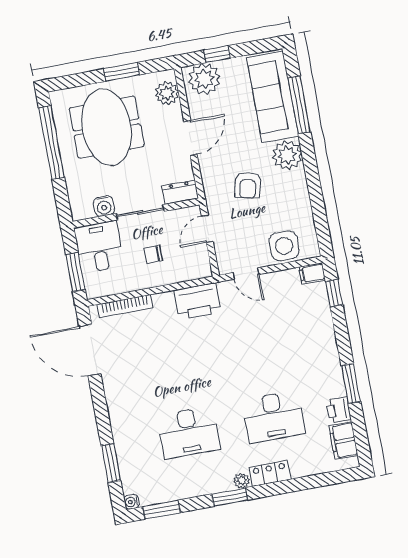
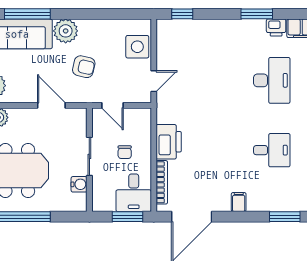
door: (190, 138) -> (51, 105), moved
dresser: (180, 192) -> (79, 122), removed
desk: (99, 247) -> (134, 193), moved, turned -90
filing cabinet: (312, 273) -> (239, 202), moved, turned 180
printer: (198, 301) -> (169, 142), moved
desk: (189, 432) -> (272, 150), width x0.73

